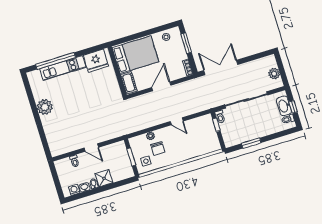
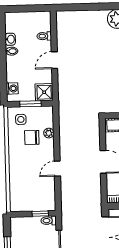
shower: (104, 178) -> (44, 92), moved
washing machine: (74, 190) -> (12, 88), moved

